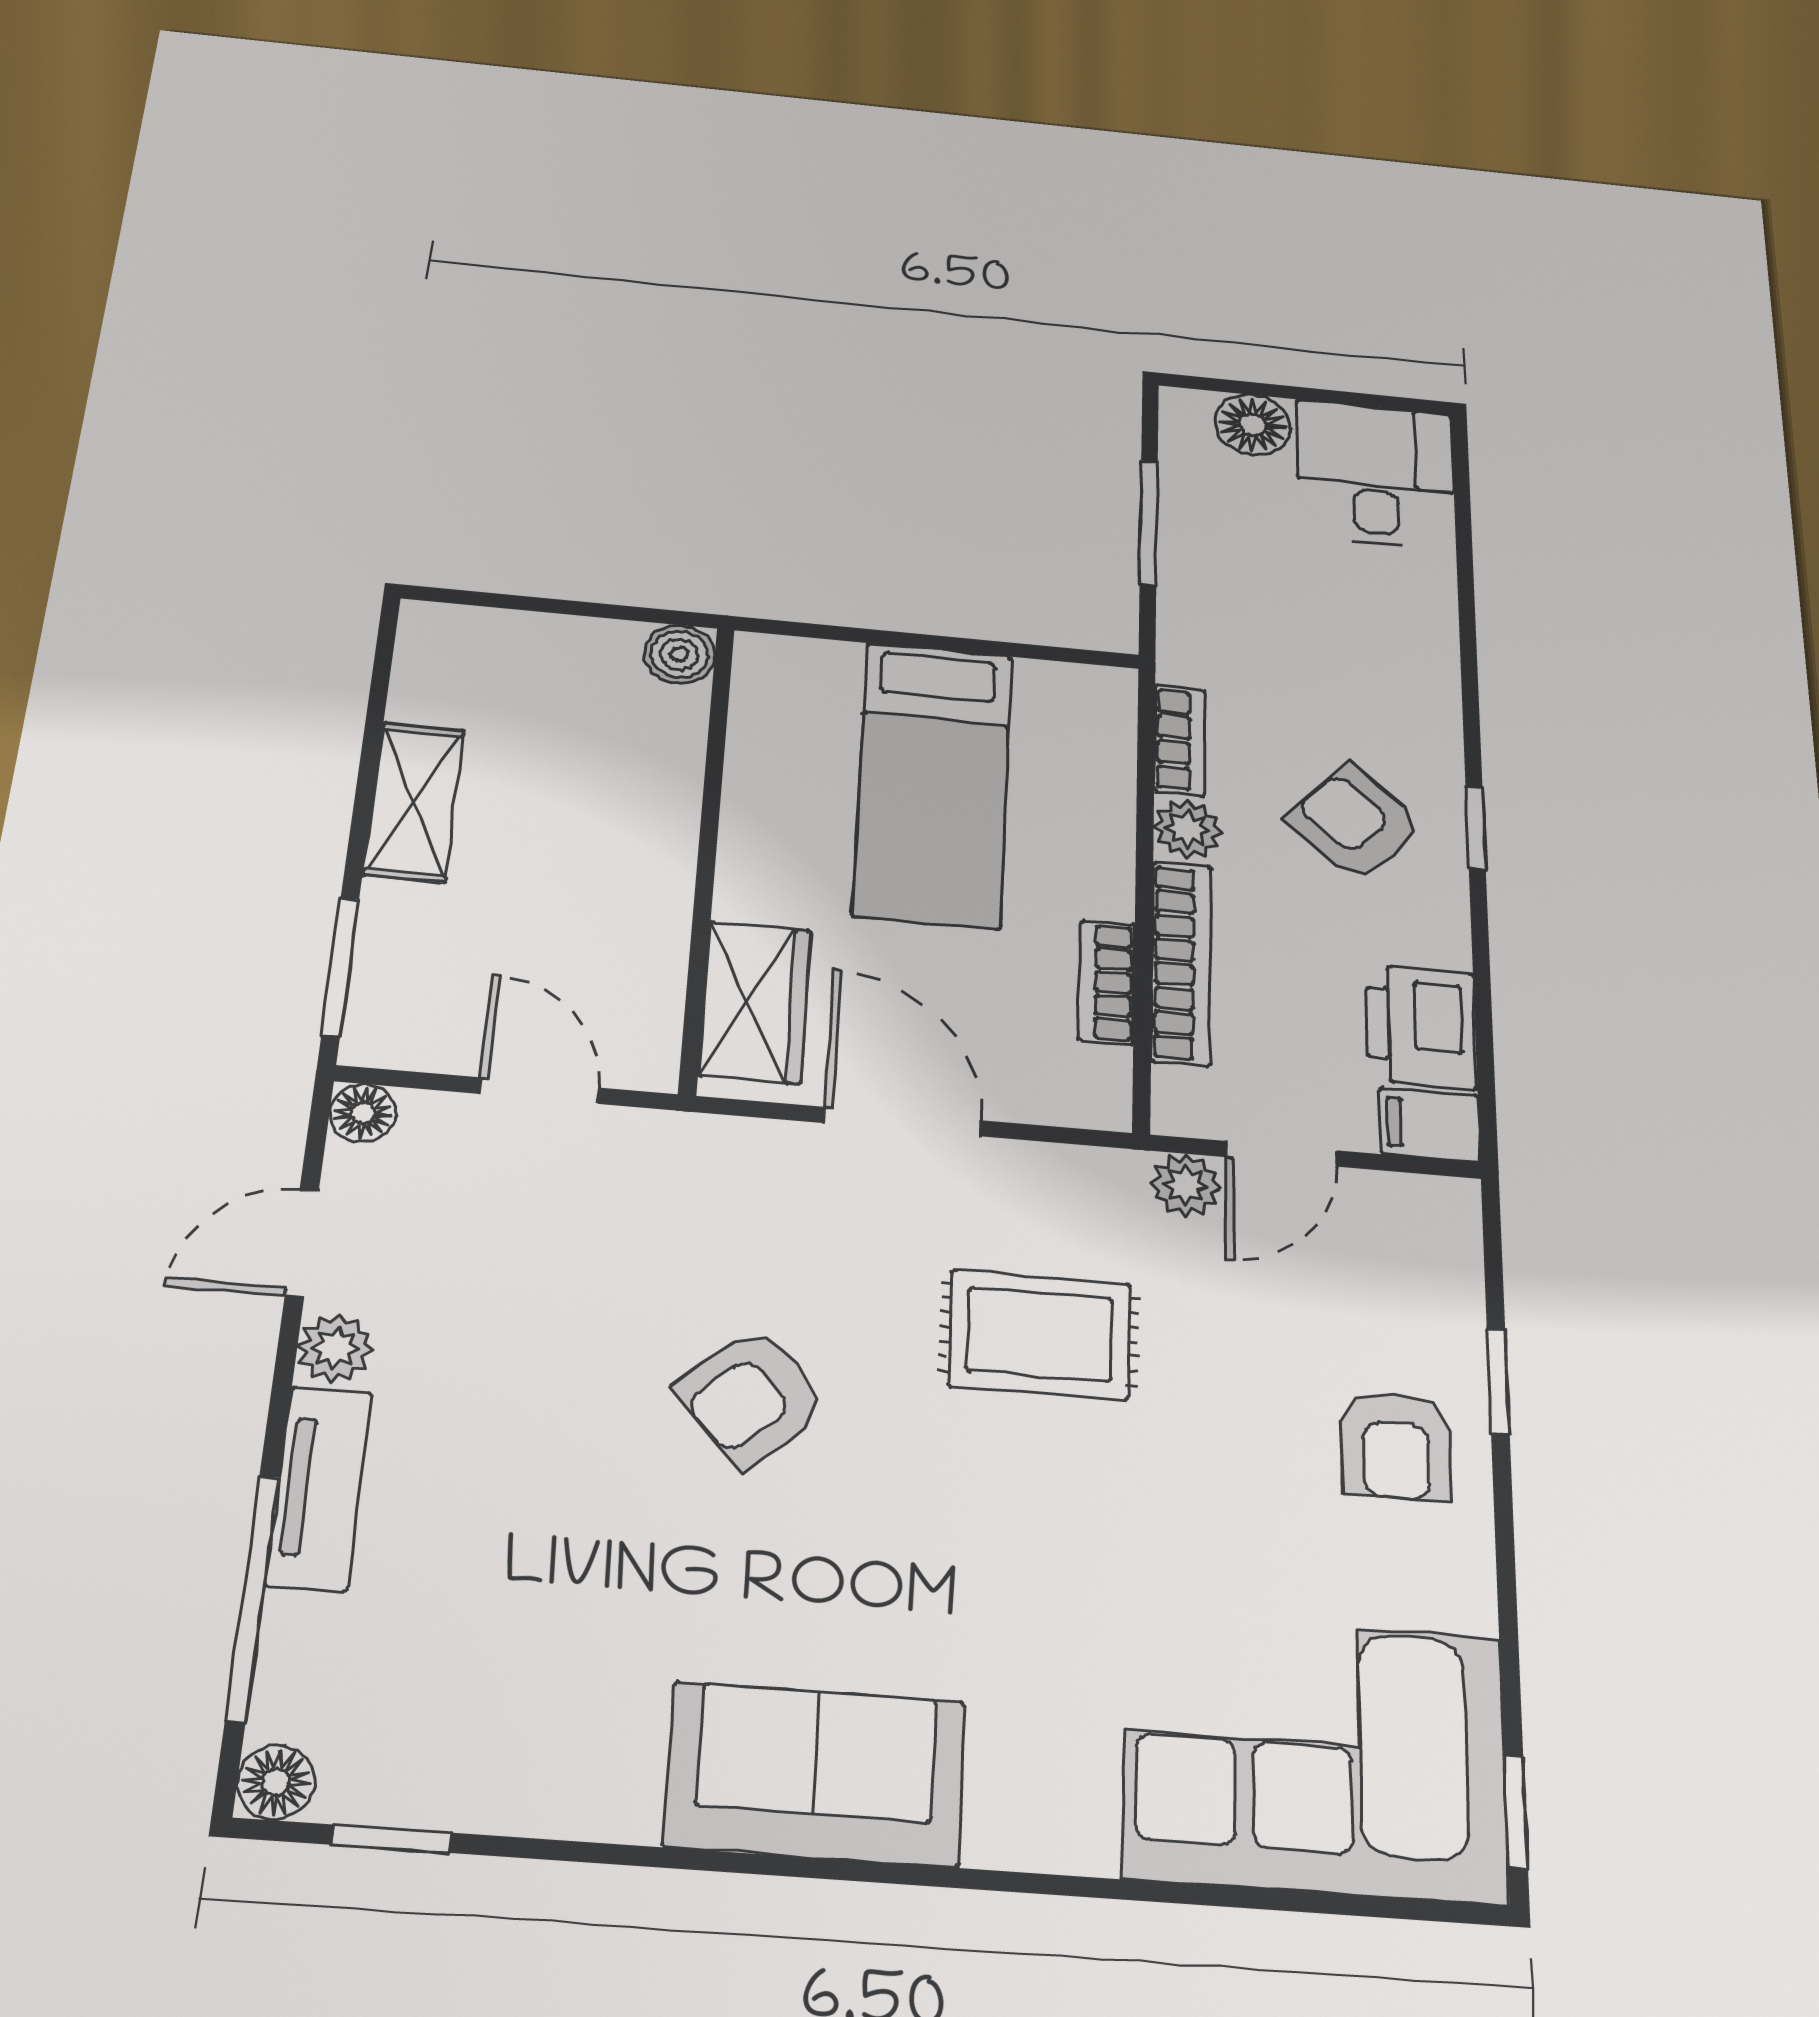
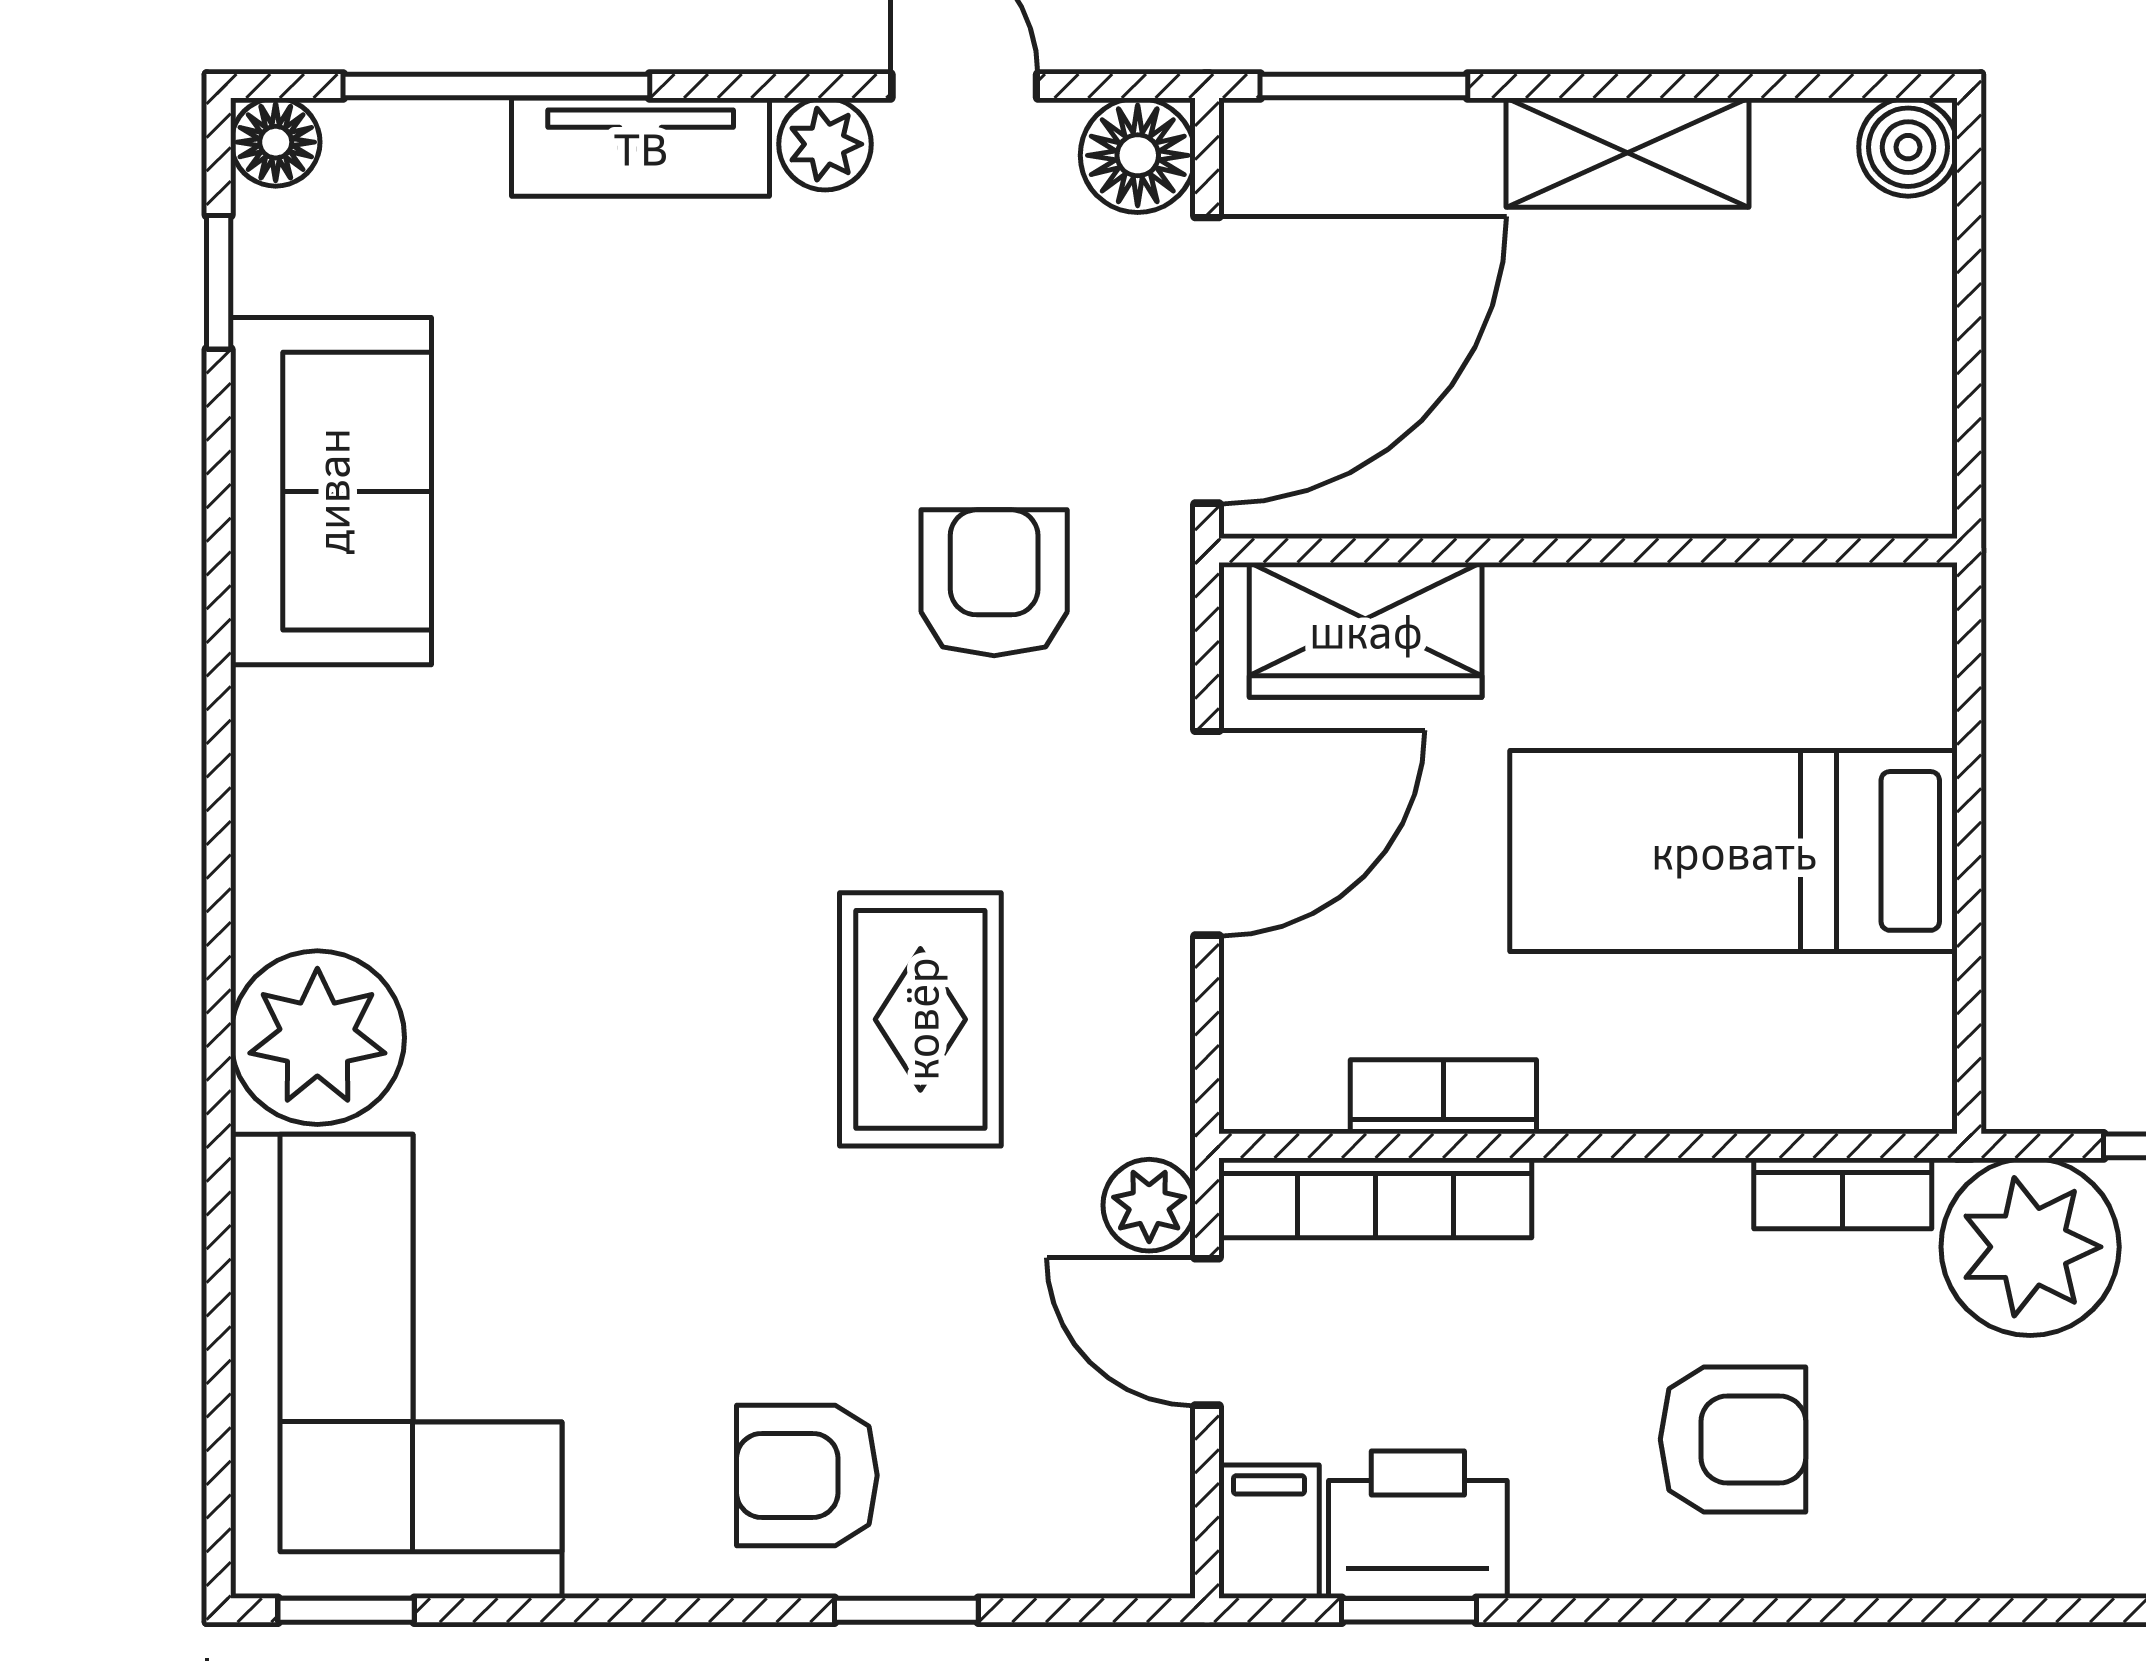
boiler: (679, 654) -> (1908, 147), moved
armchair: (1355, 823) -> (1733, 1439), turned 48
window: (1476, 828) -> (1409, 1610), moved
plant: (1188, 829) -> (2030, 1247), moved, width x1.88, depth x1.88
bookcase: (1181, 963) -> (1375, 1198), moved
door: (539, 1091) -> (1207, 360), width x1.87
floor lamp: (363, 1113) -> (1138, 155), width x1.37, depth x1.37
armchair: (751, 1396) -> (994, 583), moved, turned 42
sofa: (815, 1774) -> (331, 491), moved
plant: (1042, 1801) -> (317, 1038), added

